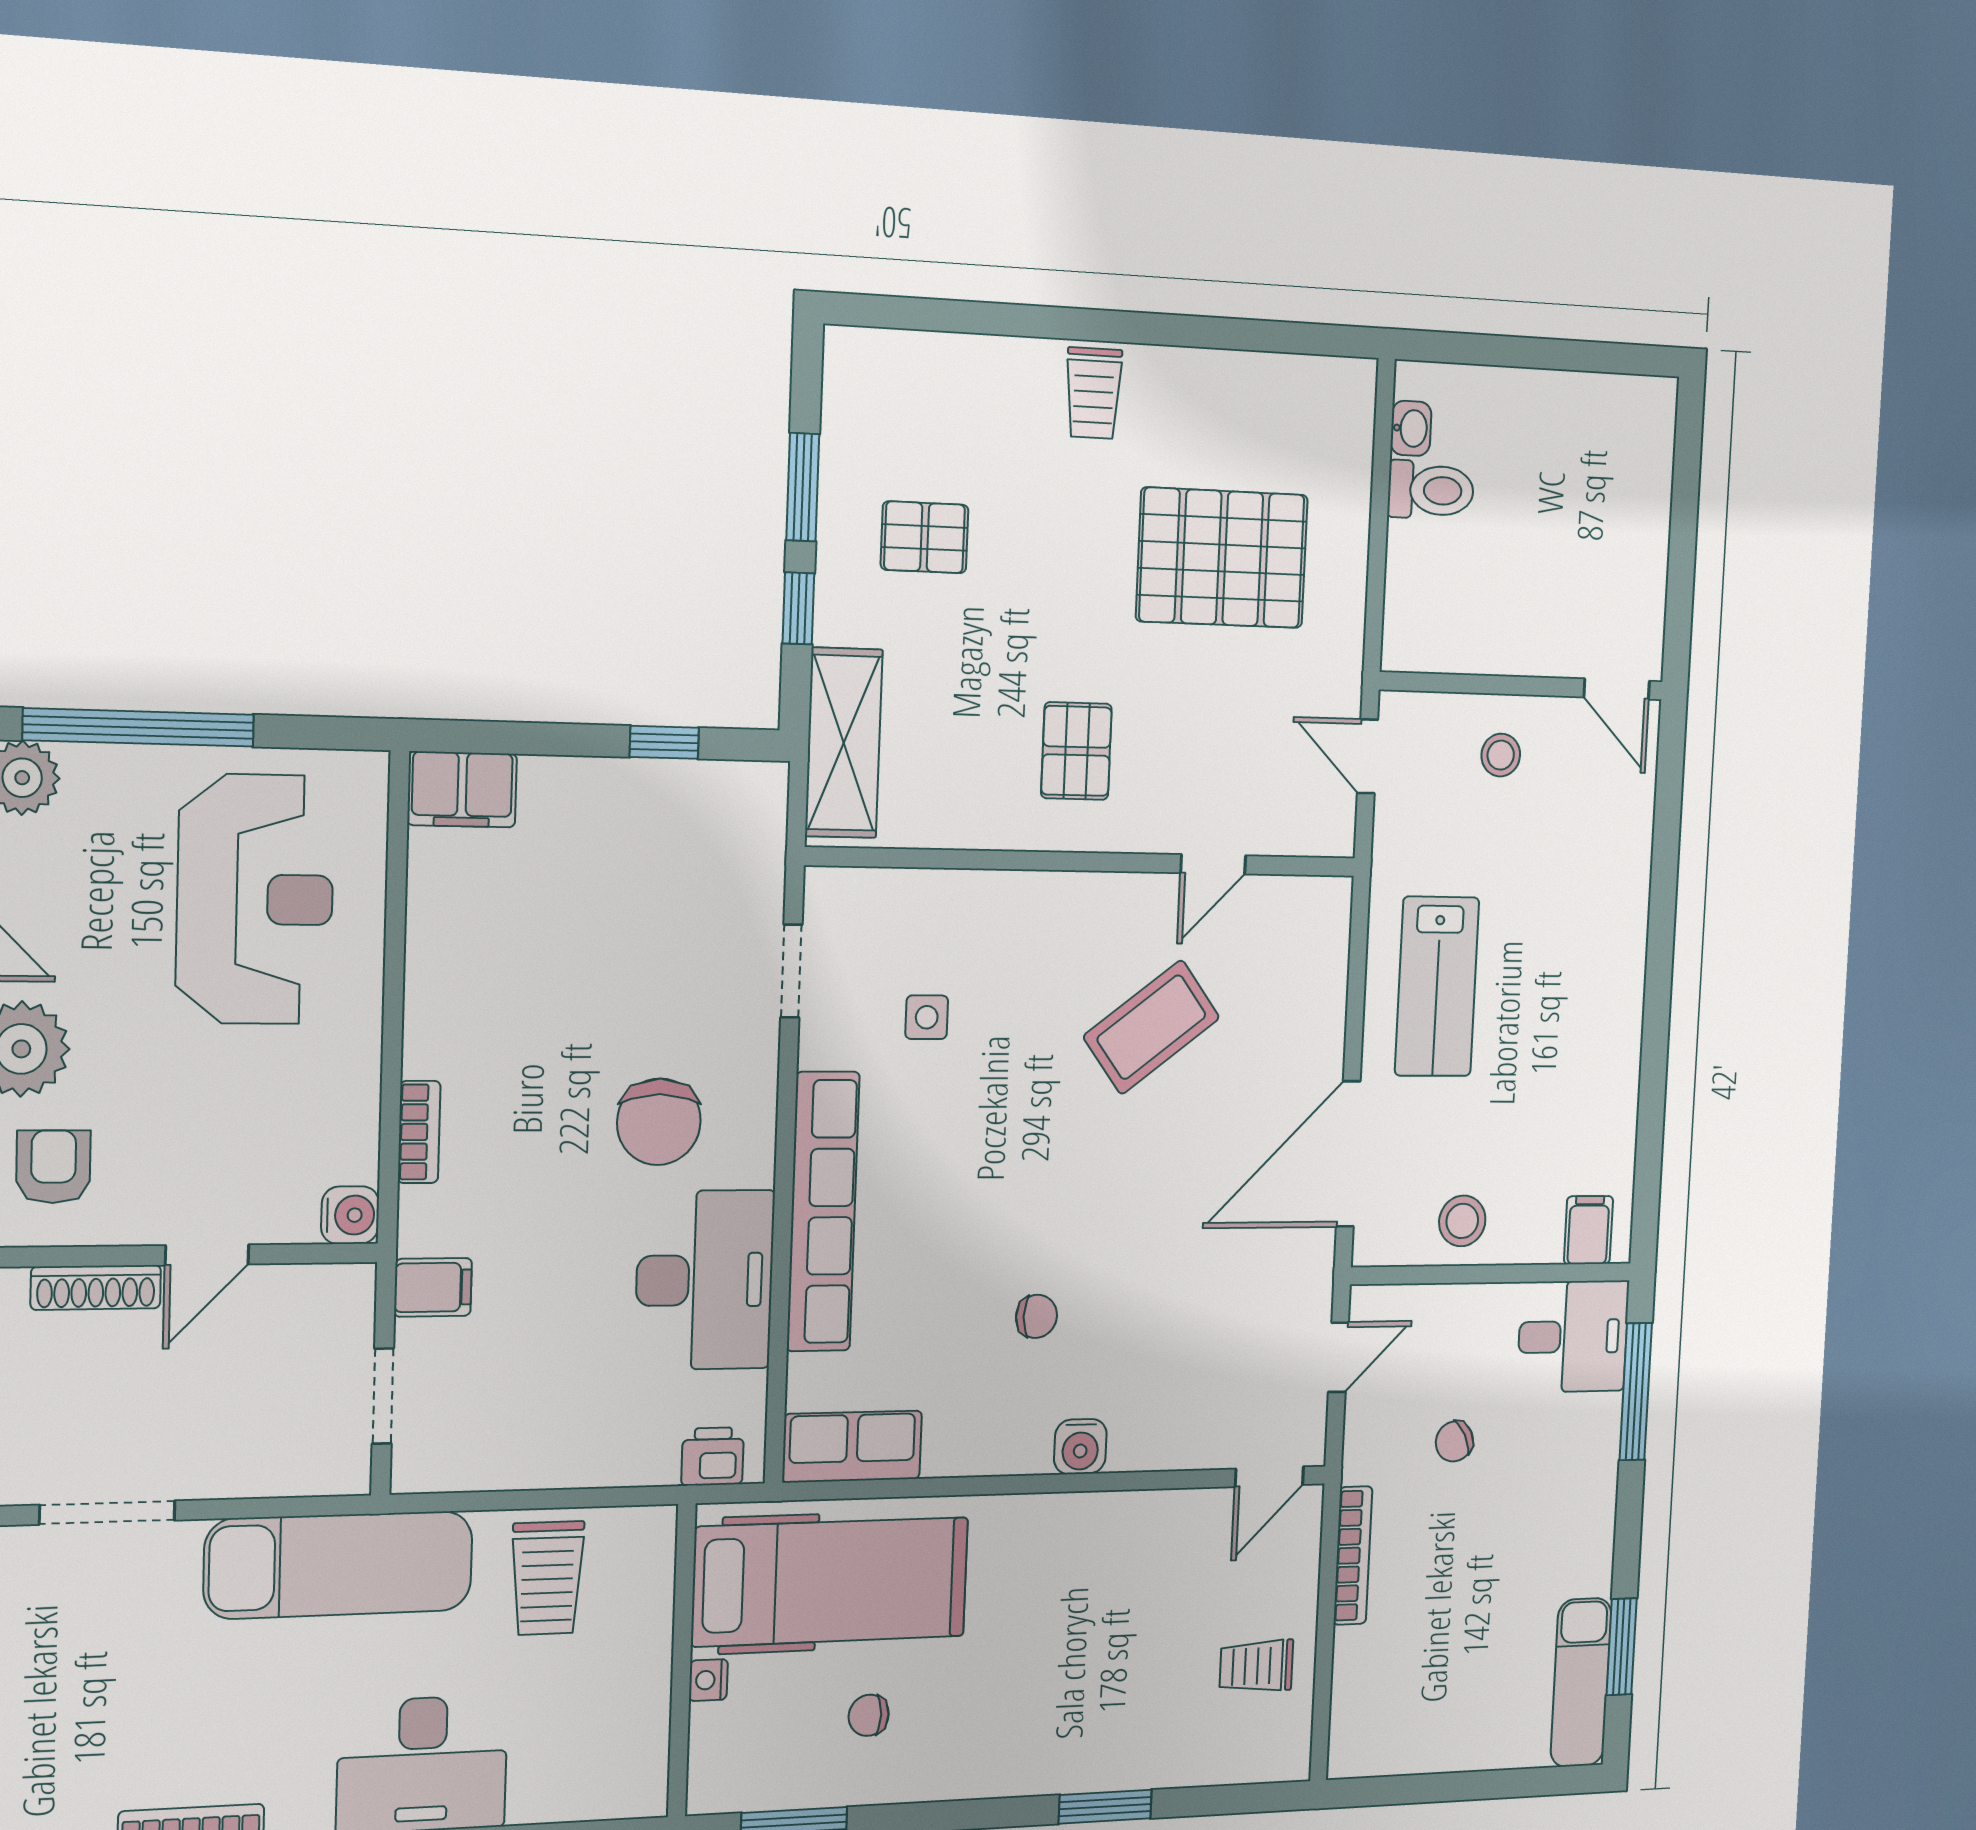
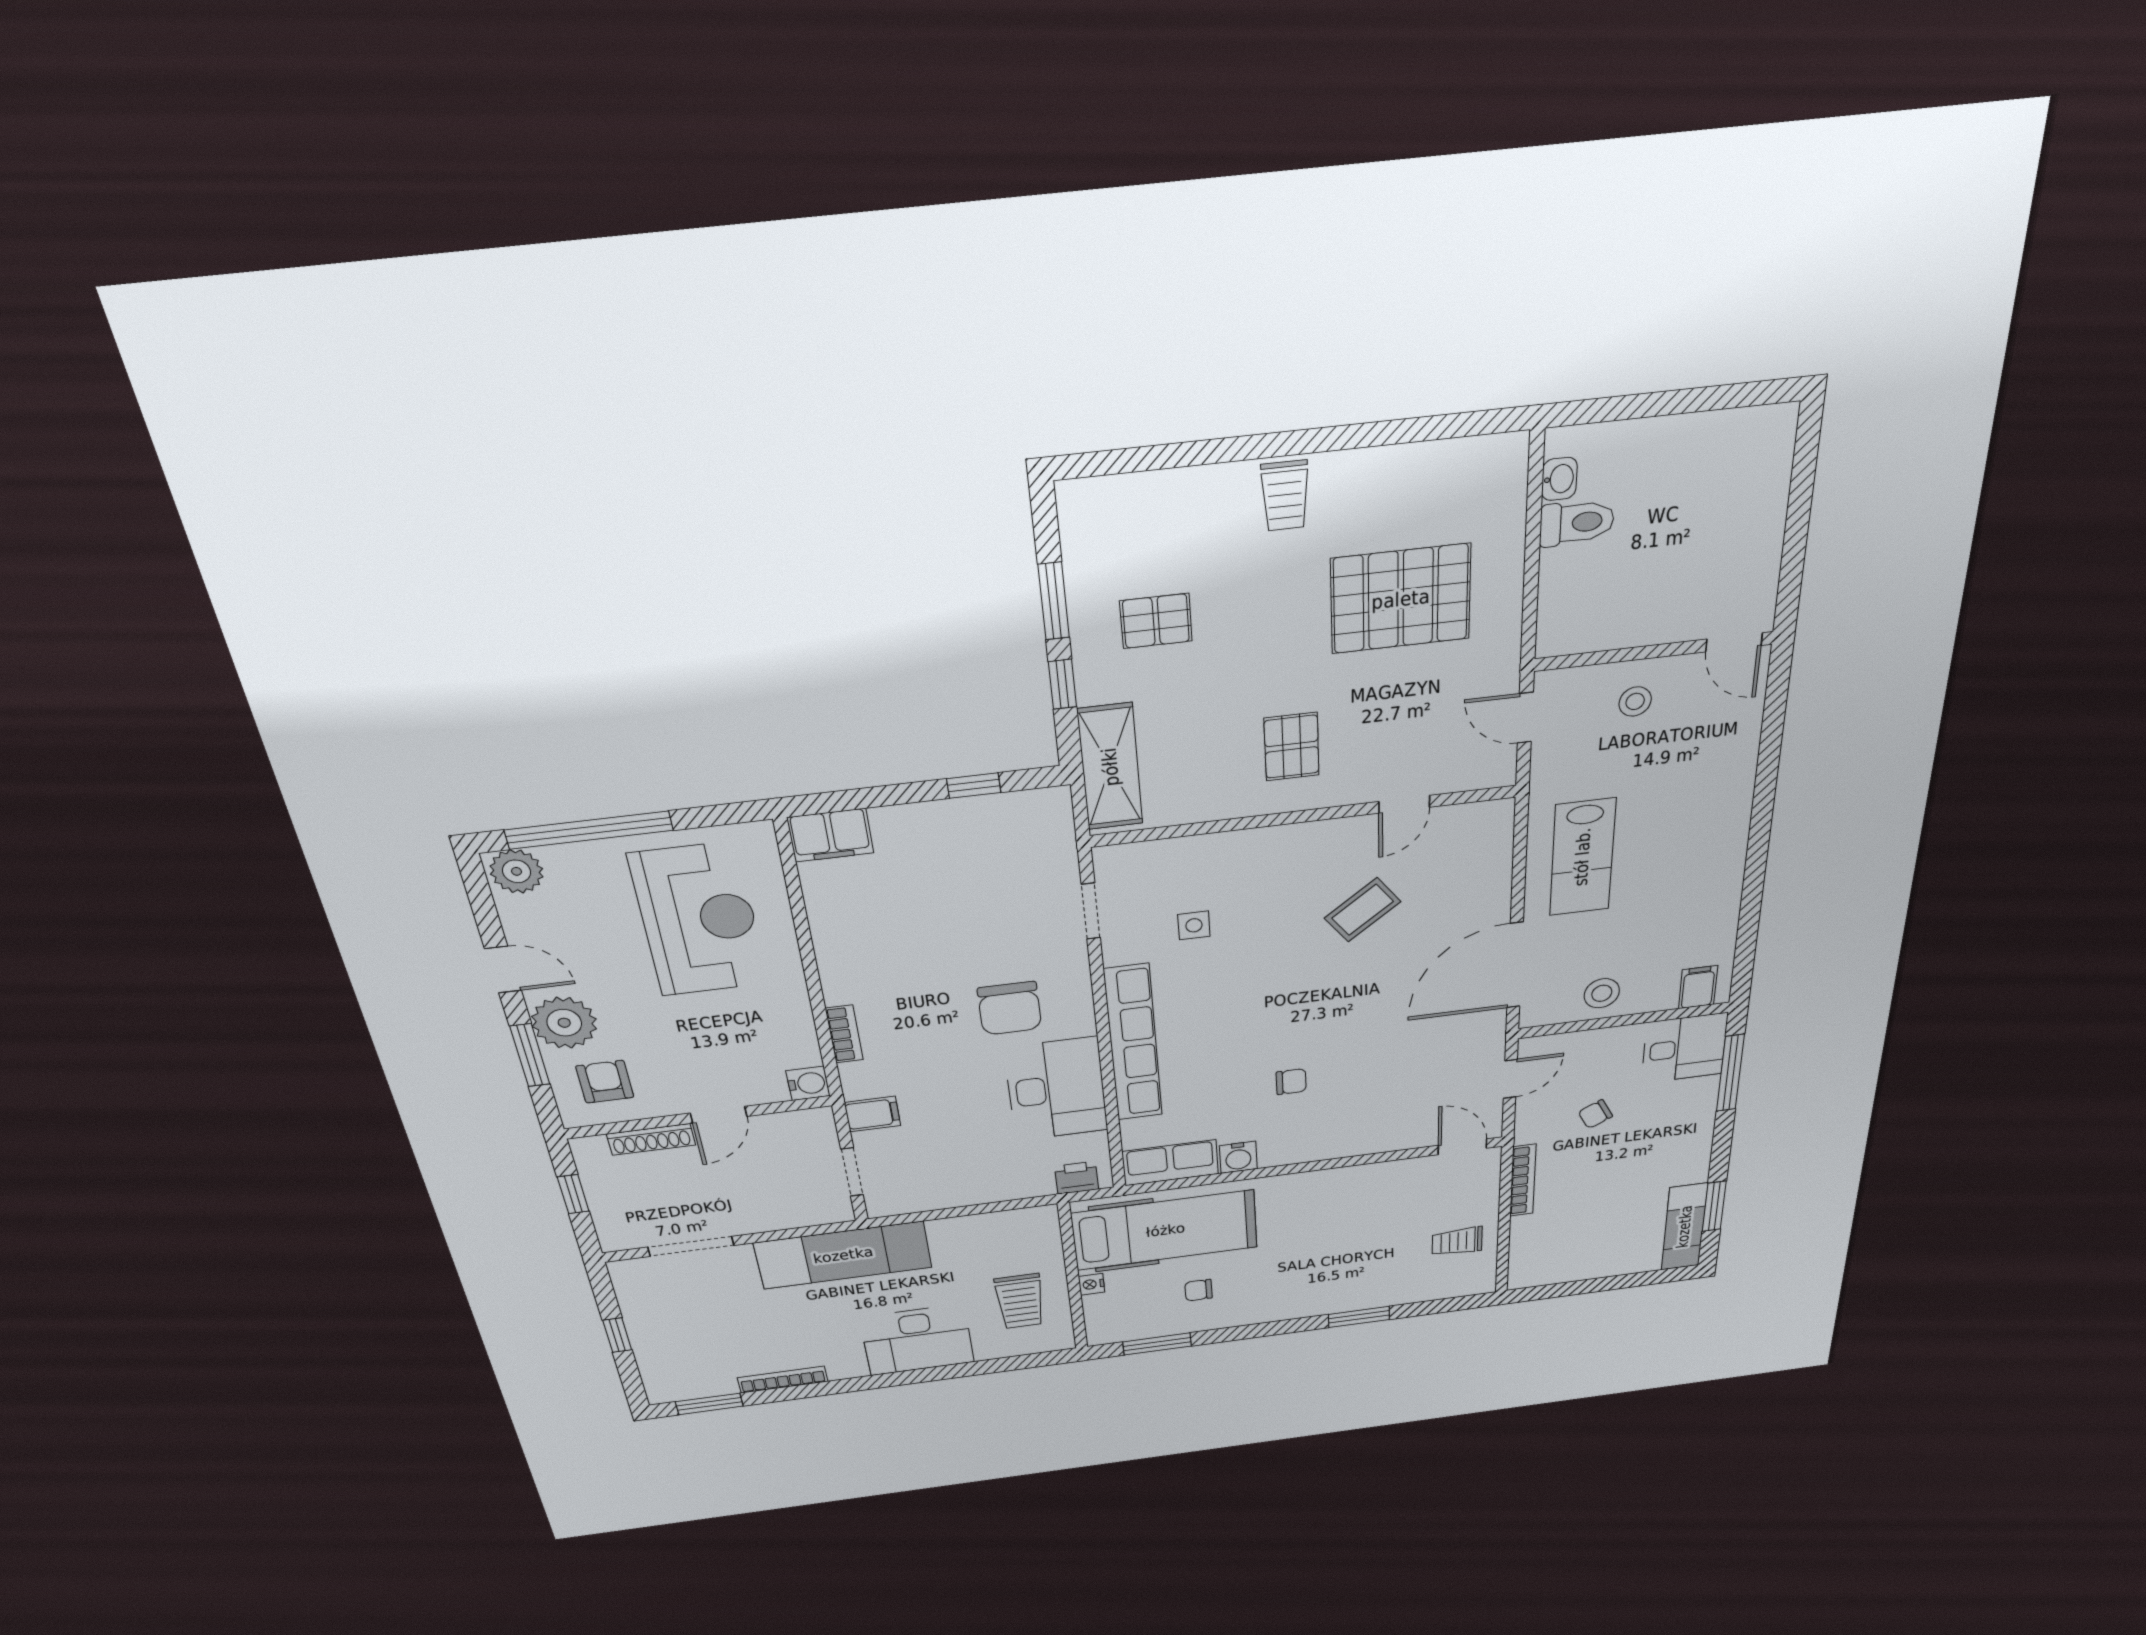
coffee table: (1151, 1027) -> (1363, 910), width x0.73, depth x0.77
water cooler: (1080, 1447) -> (1238, 1157), moved
door: (1269, 1477) -> (1462, 1147), swing flipped
trolley: (547, 1578) -> (1020, 1301), moved

